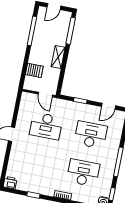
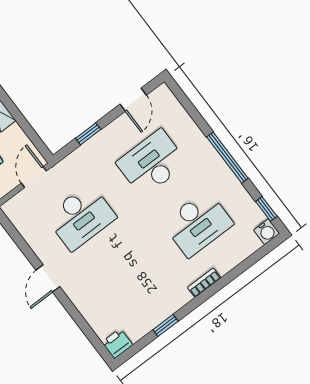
door: (45, 95) -> (34, 177), swing flipped
desk: (83, 173) -> (198, 223), turned 180

